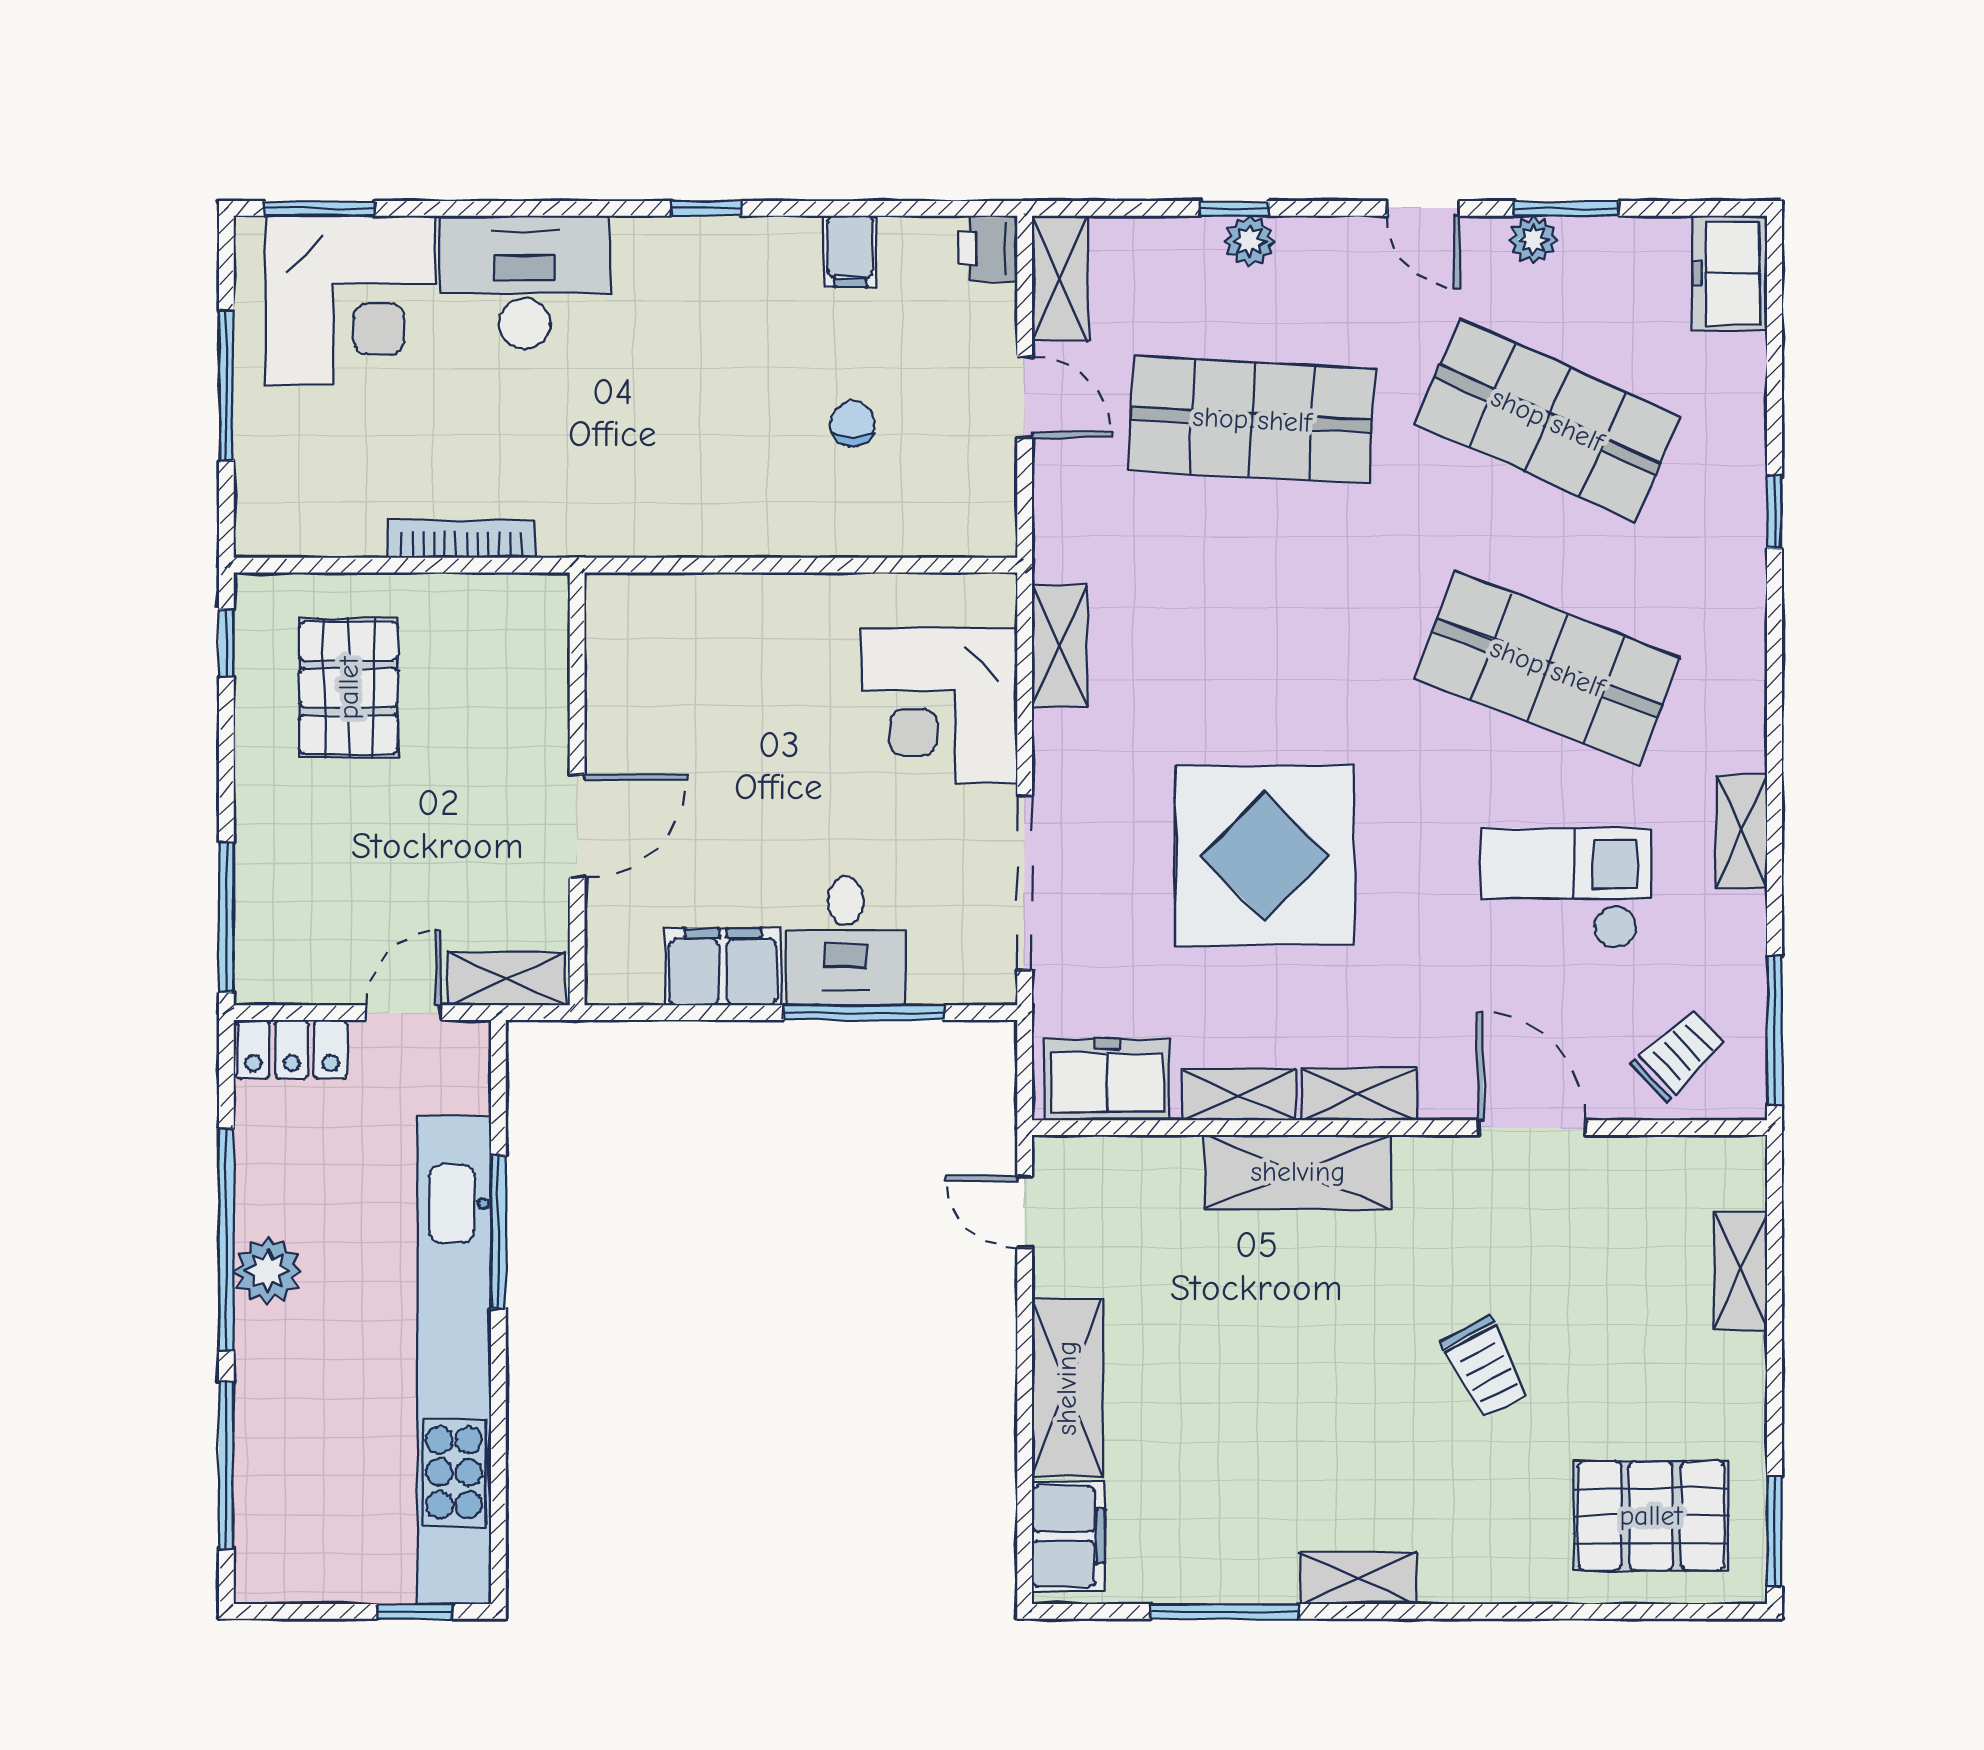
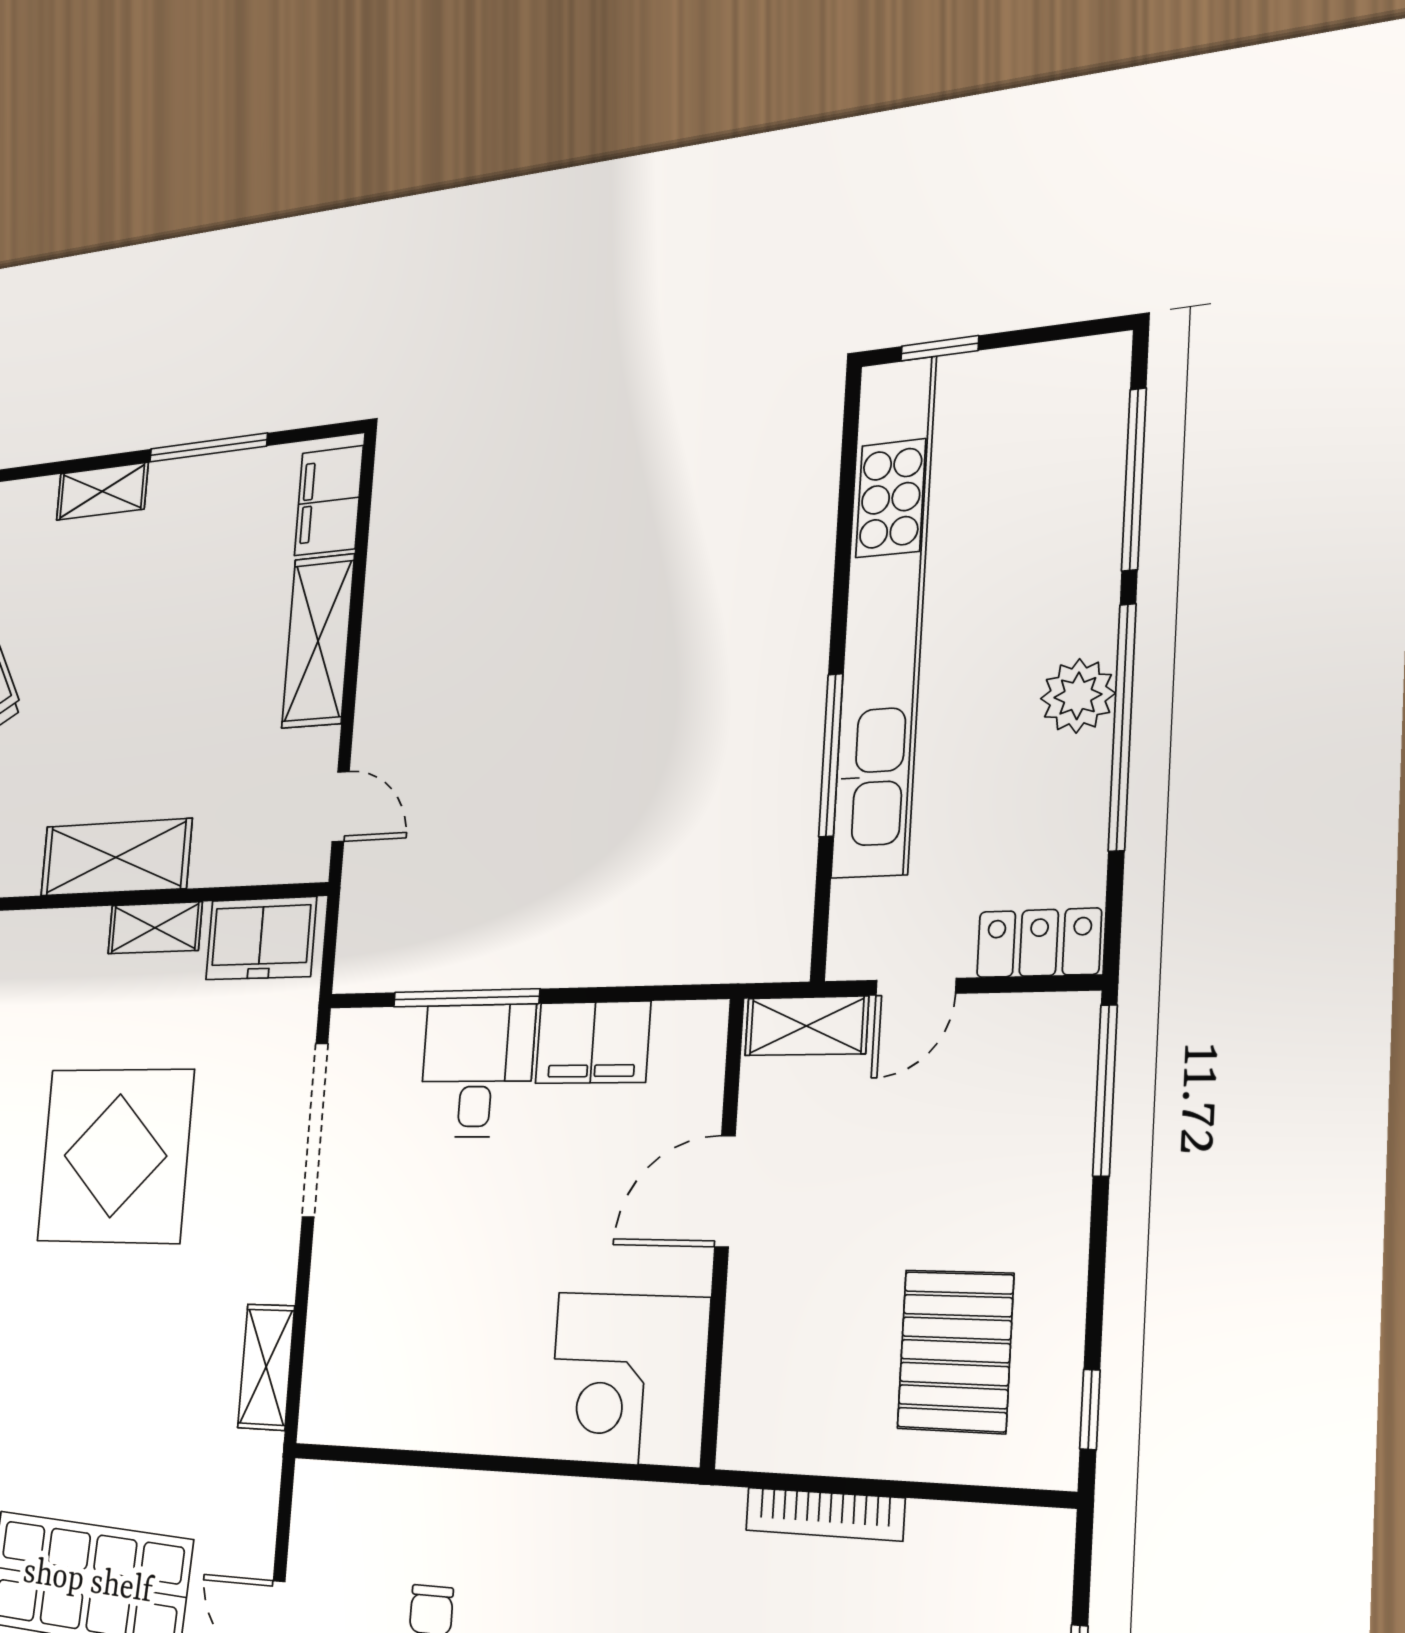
corner desk: (939, 706) -> (629, 1379), moved, turned 180
shelving: (1359, 1094) -> (62, 932), removed

